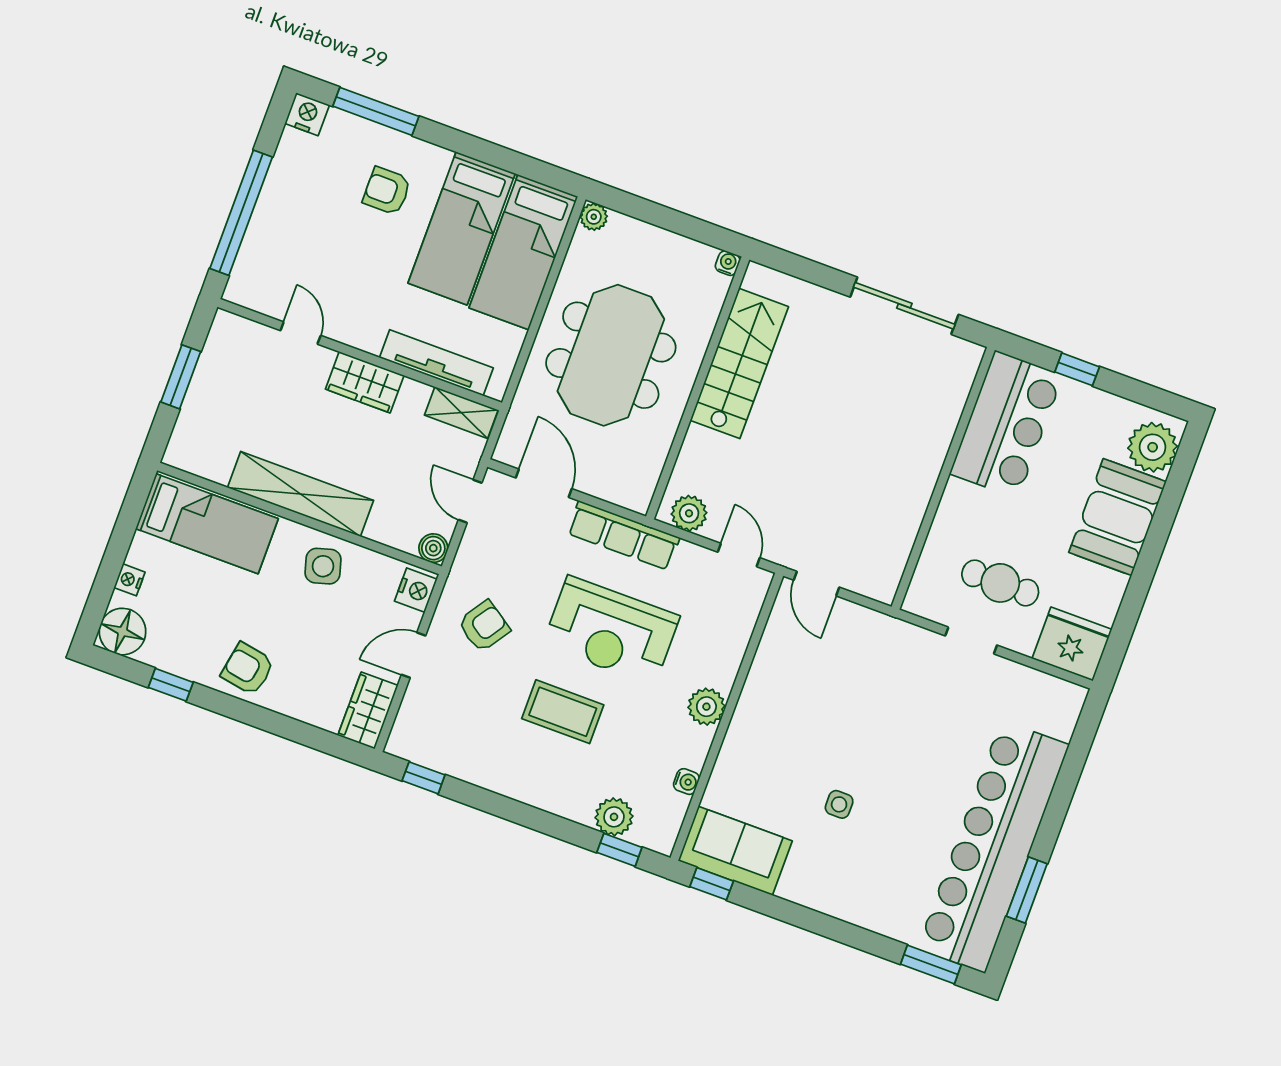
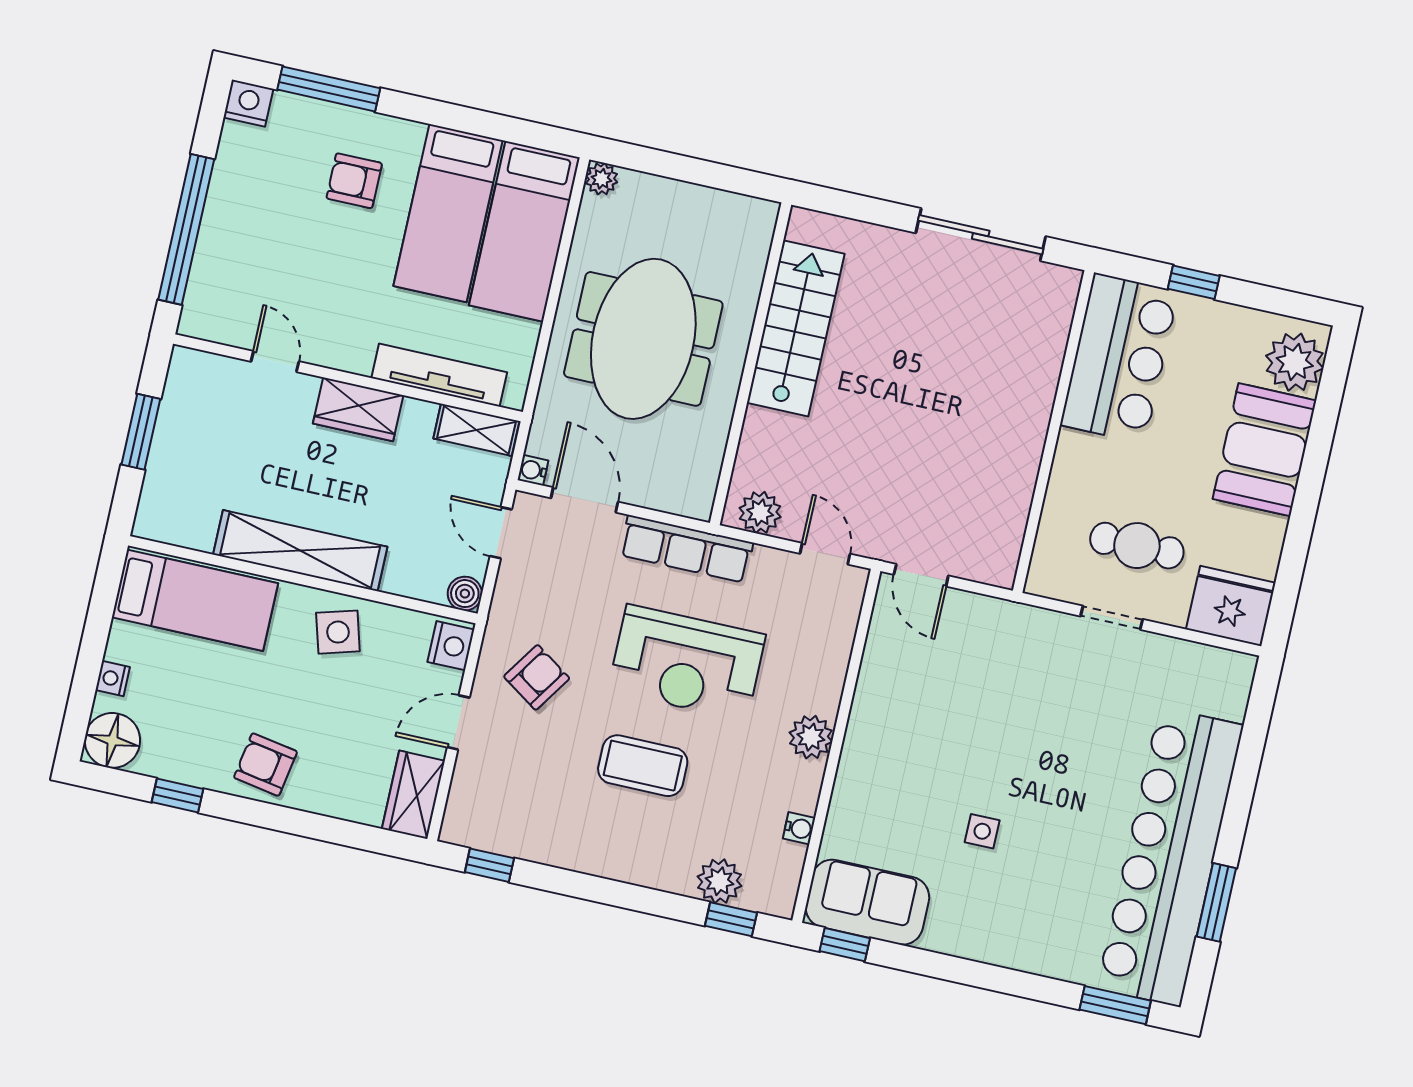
water cooler: (728, 263) -> (533, 470), moved, turned -90

